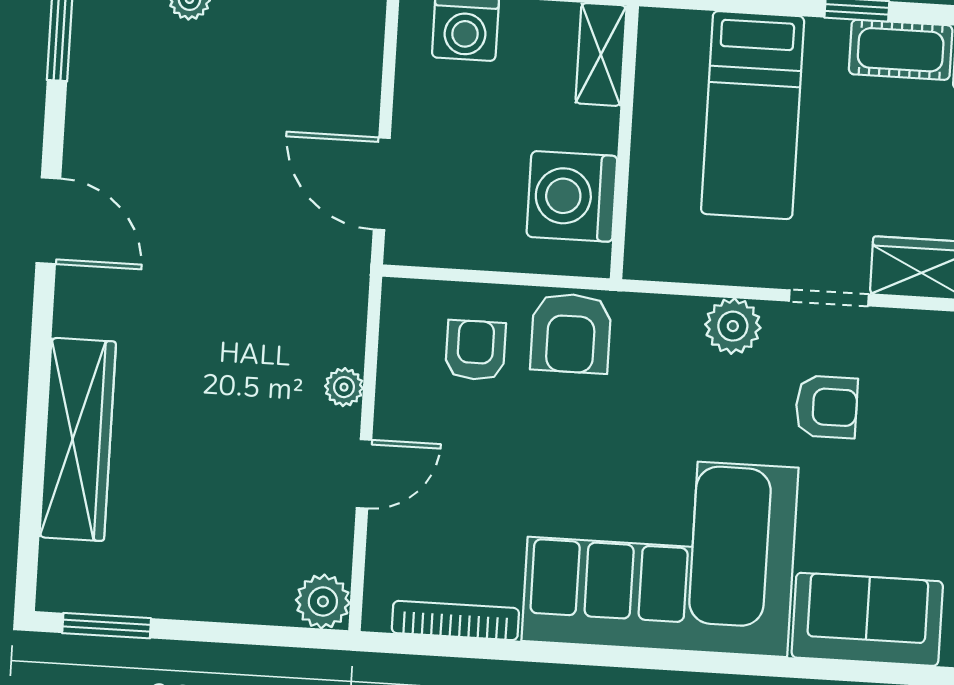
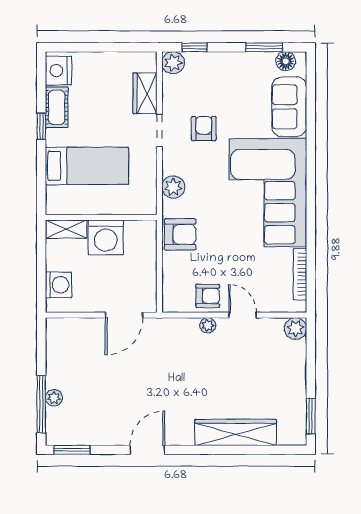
washing machine: (572, 196) -> (106, 237), moved
plant: (733, 326) -> (173, 187), moved
armchair: (475, 350) -> (208, 296), moved, turned 180

